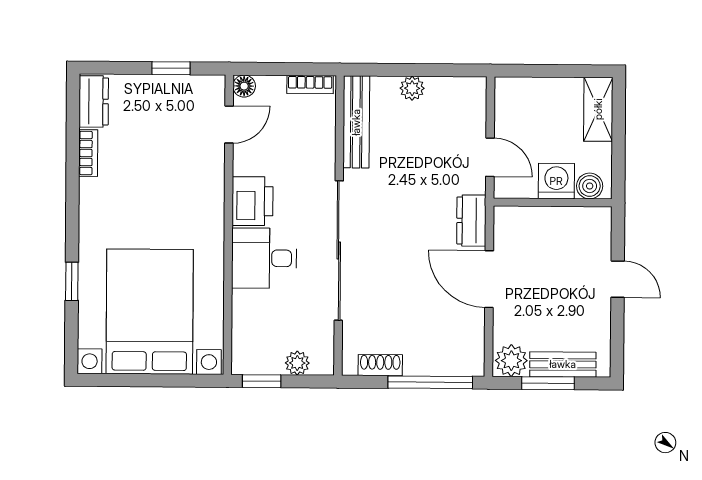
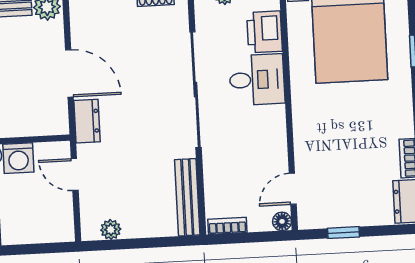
plant: (412, 88) -> (111, 230), moved
printer: (252, 201) -> (265, 32), moved

